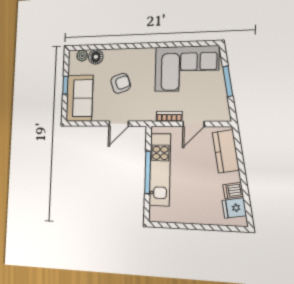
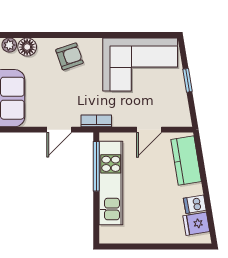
window: (228, 81) -> (188, 80), width x0.67
armchair: (121, 83) -> (69, 56), moved
bookcase: (169, 116) -> (96, 121), moved
window: (148, 172) -> (96, 166), moved

